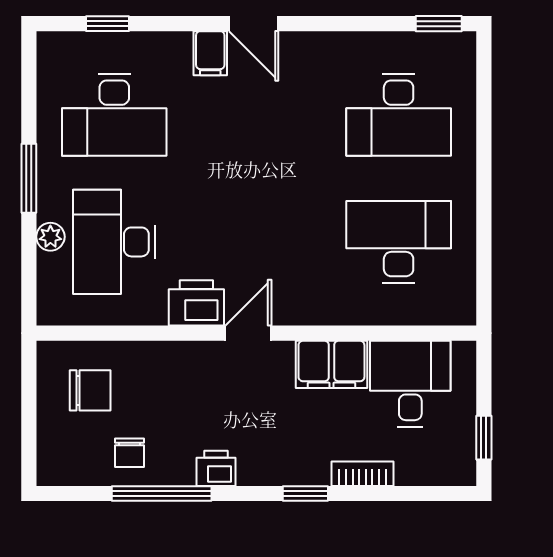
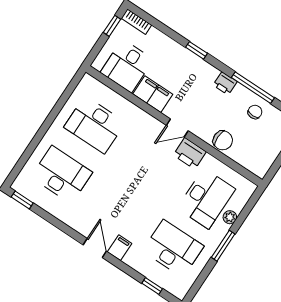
chair: (90, 390) -> (223, 140), moved, turned 180
bookcase: (362, 474) -> (136, 22), moved

